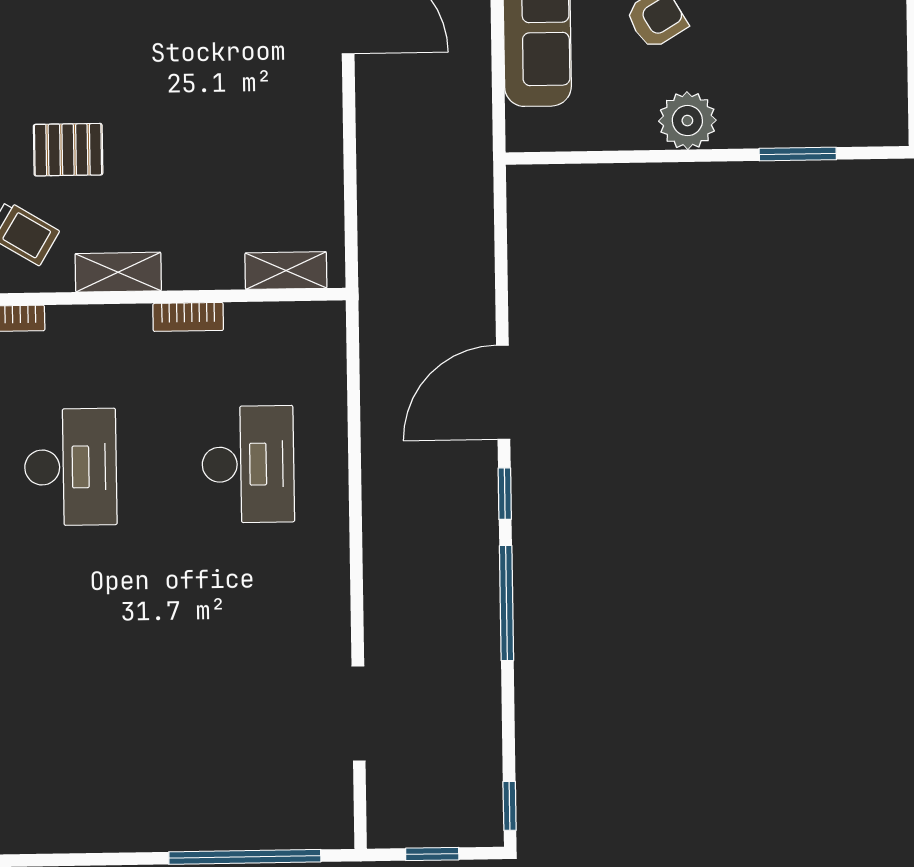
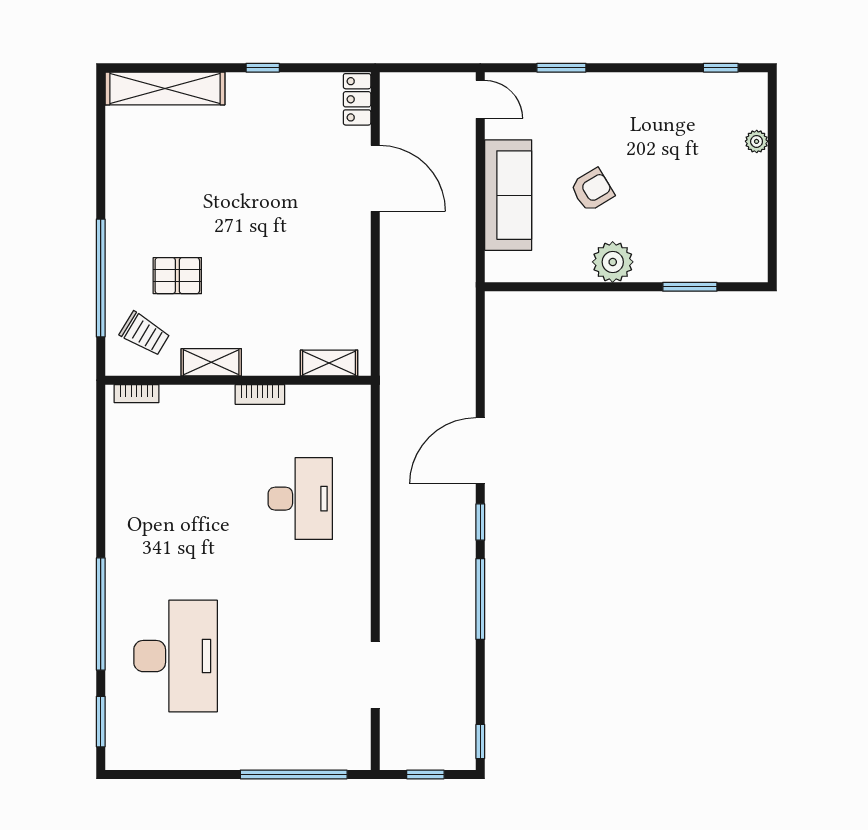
desk: (71, 467) -> (176, 656), moved, width x1.36, depth x1.30

